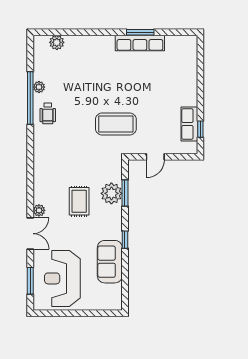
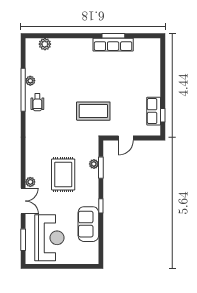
plant: (111, 193) -> (94, 164), width x0.53, depth x0.53
rug: (79, 201) -> (63, 175), width x1.36, depth x1.43
reception desk: (62, 278) -> (49, 238), turned 180

